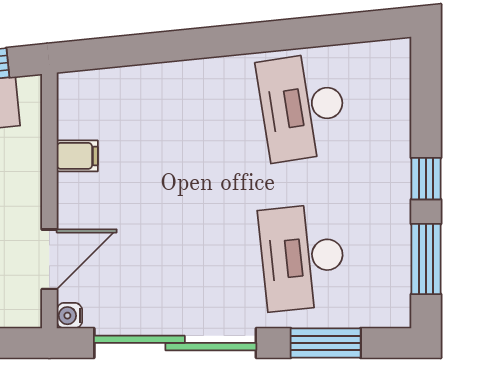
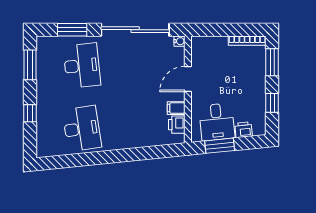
printer: (76, 116) -> (177, 125), added
window: (426, 179) -> (30, 113), moved
door: (49, 259) -> (188, 79), moved

